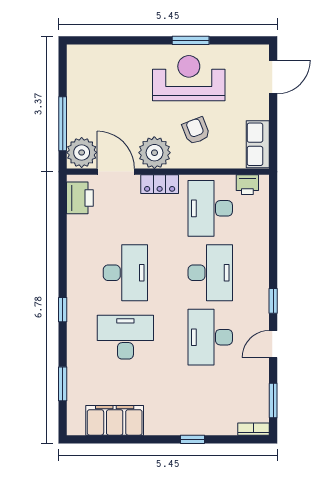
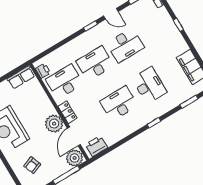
armchair: (196, 131) -> (32, 165), moved
desk: (210, 208) -> (65, 82), turned 180
desk: (125, 337) -> (149, 85), turned 180

